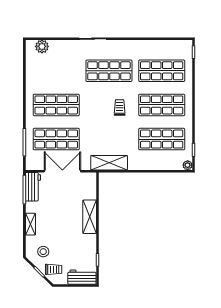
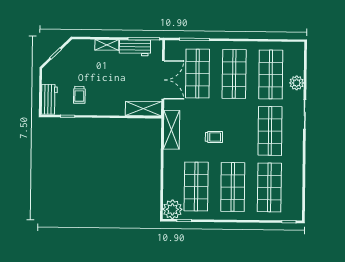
plant: (42, 46) -> (297, 83), moved
shop shelf: (56, 71) -> (271, 74), added
trolley: (120, 108) -> (214, 137), moved
plant: (188, 165) -> (172, 209), width x1.87, depth x1.87
workbench: (33, 187) -> (135, 48), moved
shelving: (90, 217) -> (143, 109), moved
stool: (43, 252) -> (77, 58), removed
trolley: (54, 269) -> (79, 95), moved

